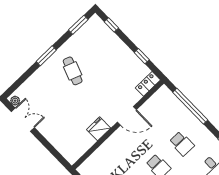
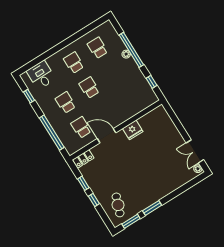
window: (111, 25) -> (94, 200), moved
window: (46, 56) -> (152, 208), moved
cafe table: (73, 71) -> (118, 205), moved
school desk: (158, 119) -> (81, 127), added

